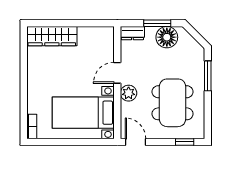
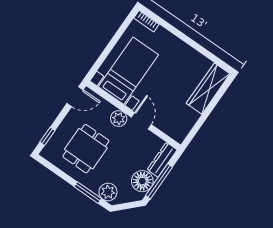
window: (157, 23) -> (159, 181), width x1.44
dresser: (132, 33) -> (162, 160), width x1.44
plant: (196, 59) -> (108, 192), added
dining table: (173, 103) -> (86, 149), width x0.73

